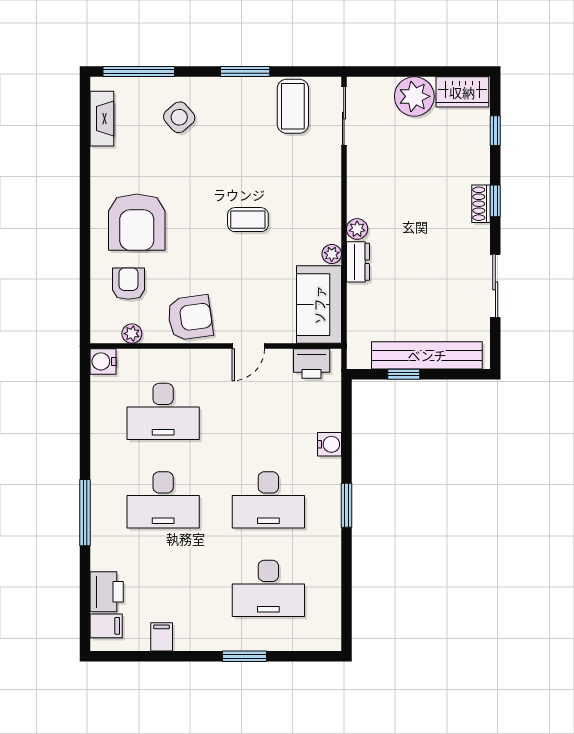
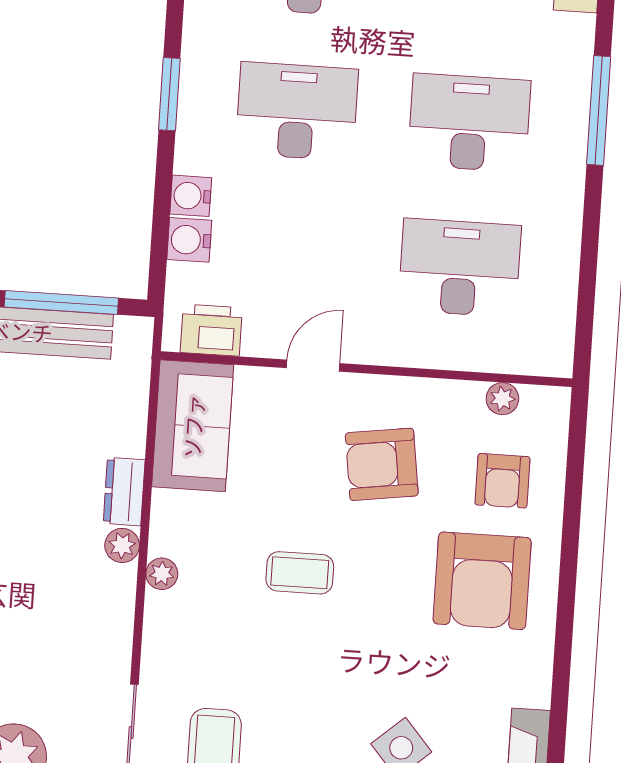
armchair: (137, 222) -> (482, 581), turned 180
plant: (332, 254) -> (162, 574), moved
armchair: (190, 318) -> (382, 464), moved
water cooler: (103, 361) -> (189, 240), moved, turned 180
window: (404, 374) -> (61, 302), width x2.17

